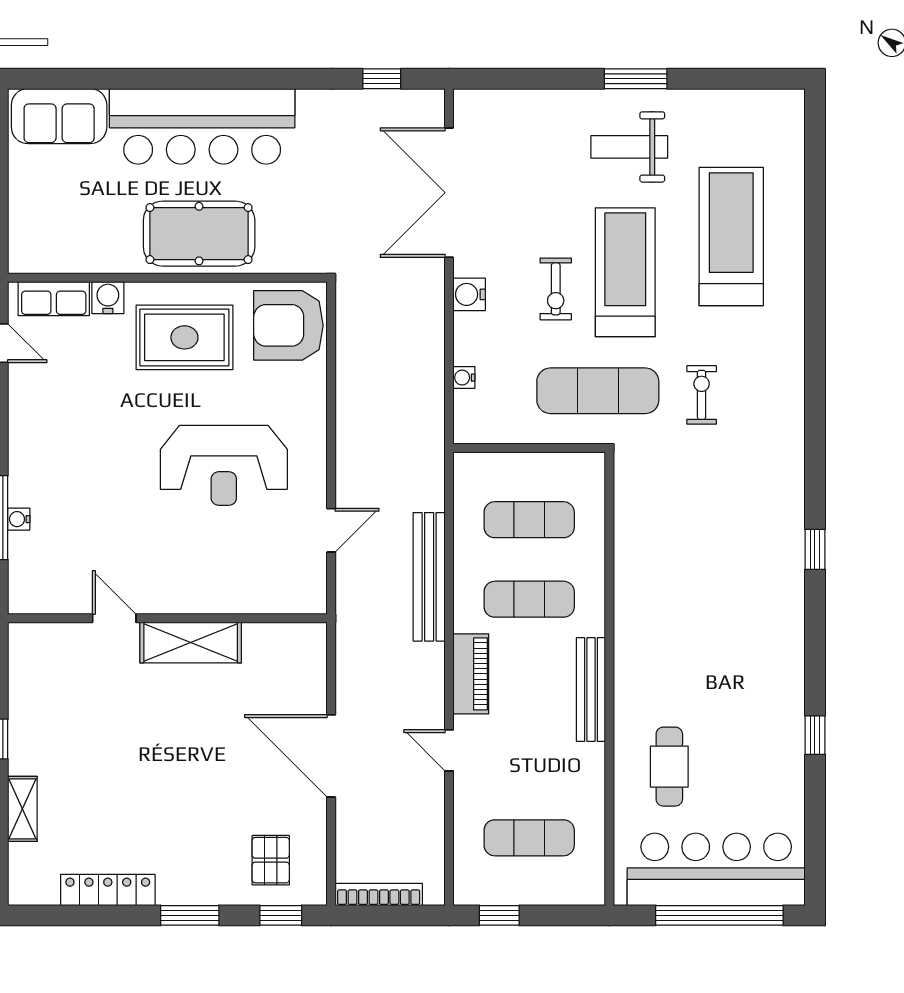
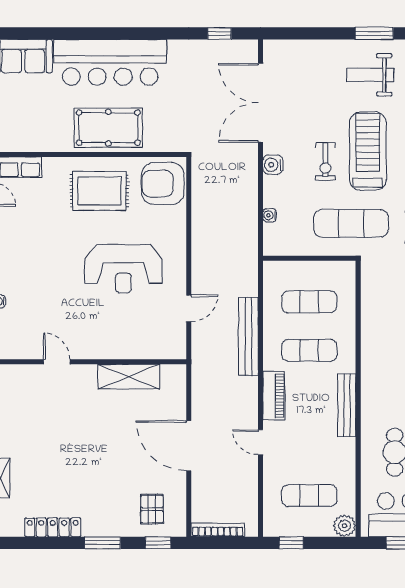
water cooler: (108, 298) -> (53, 167), removed
shelving: (191, 642) -> (129, 377), moved
plant: (587, 887) -> (345, 526), added

